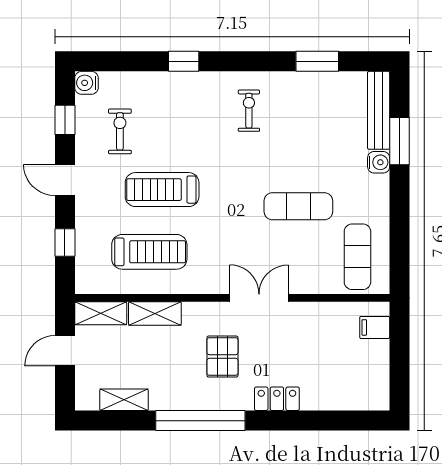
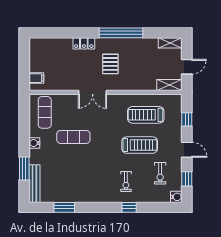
exercise bike: (249, 111) -> (126, 182), moved
water cooler: (379, 162) -> (34, 143), moved
shelving: (155, 313) -> (143, 85), removed
shelving: (124, 400) -> (170, 43), moved

